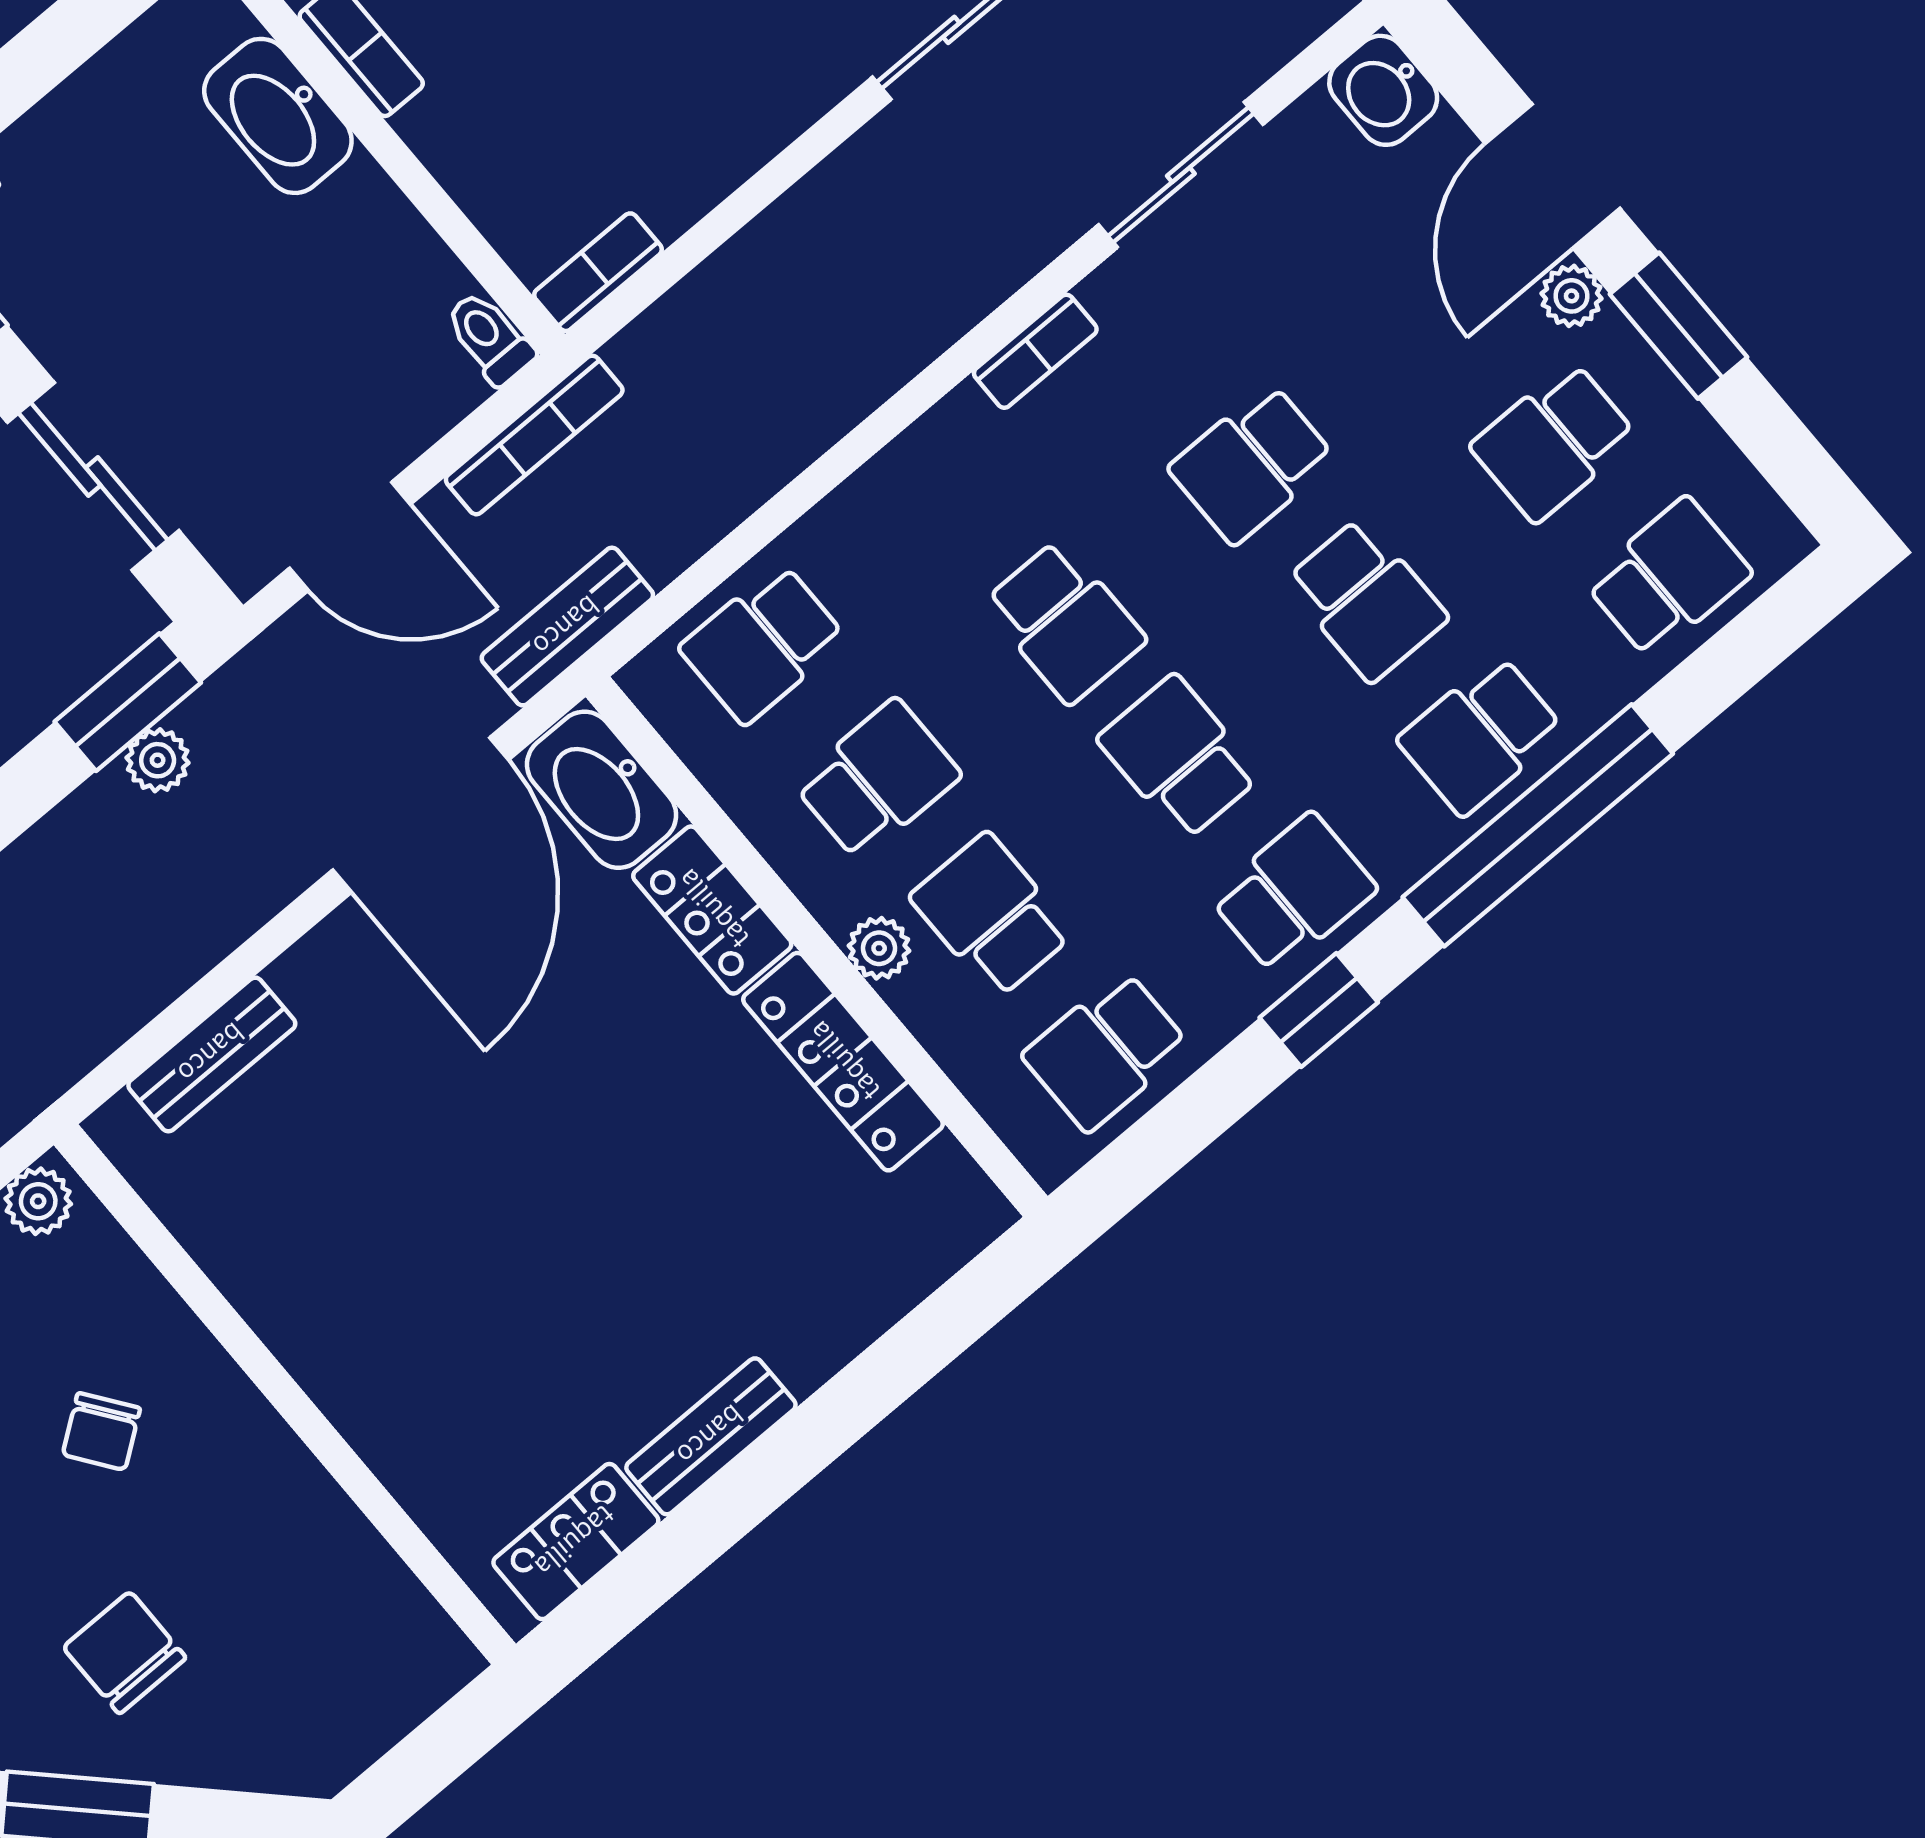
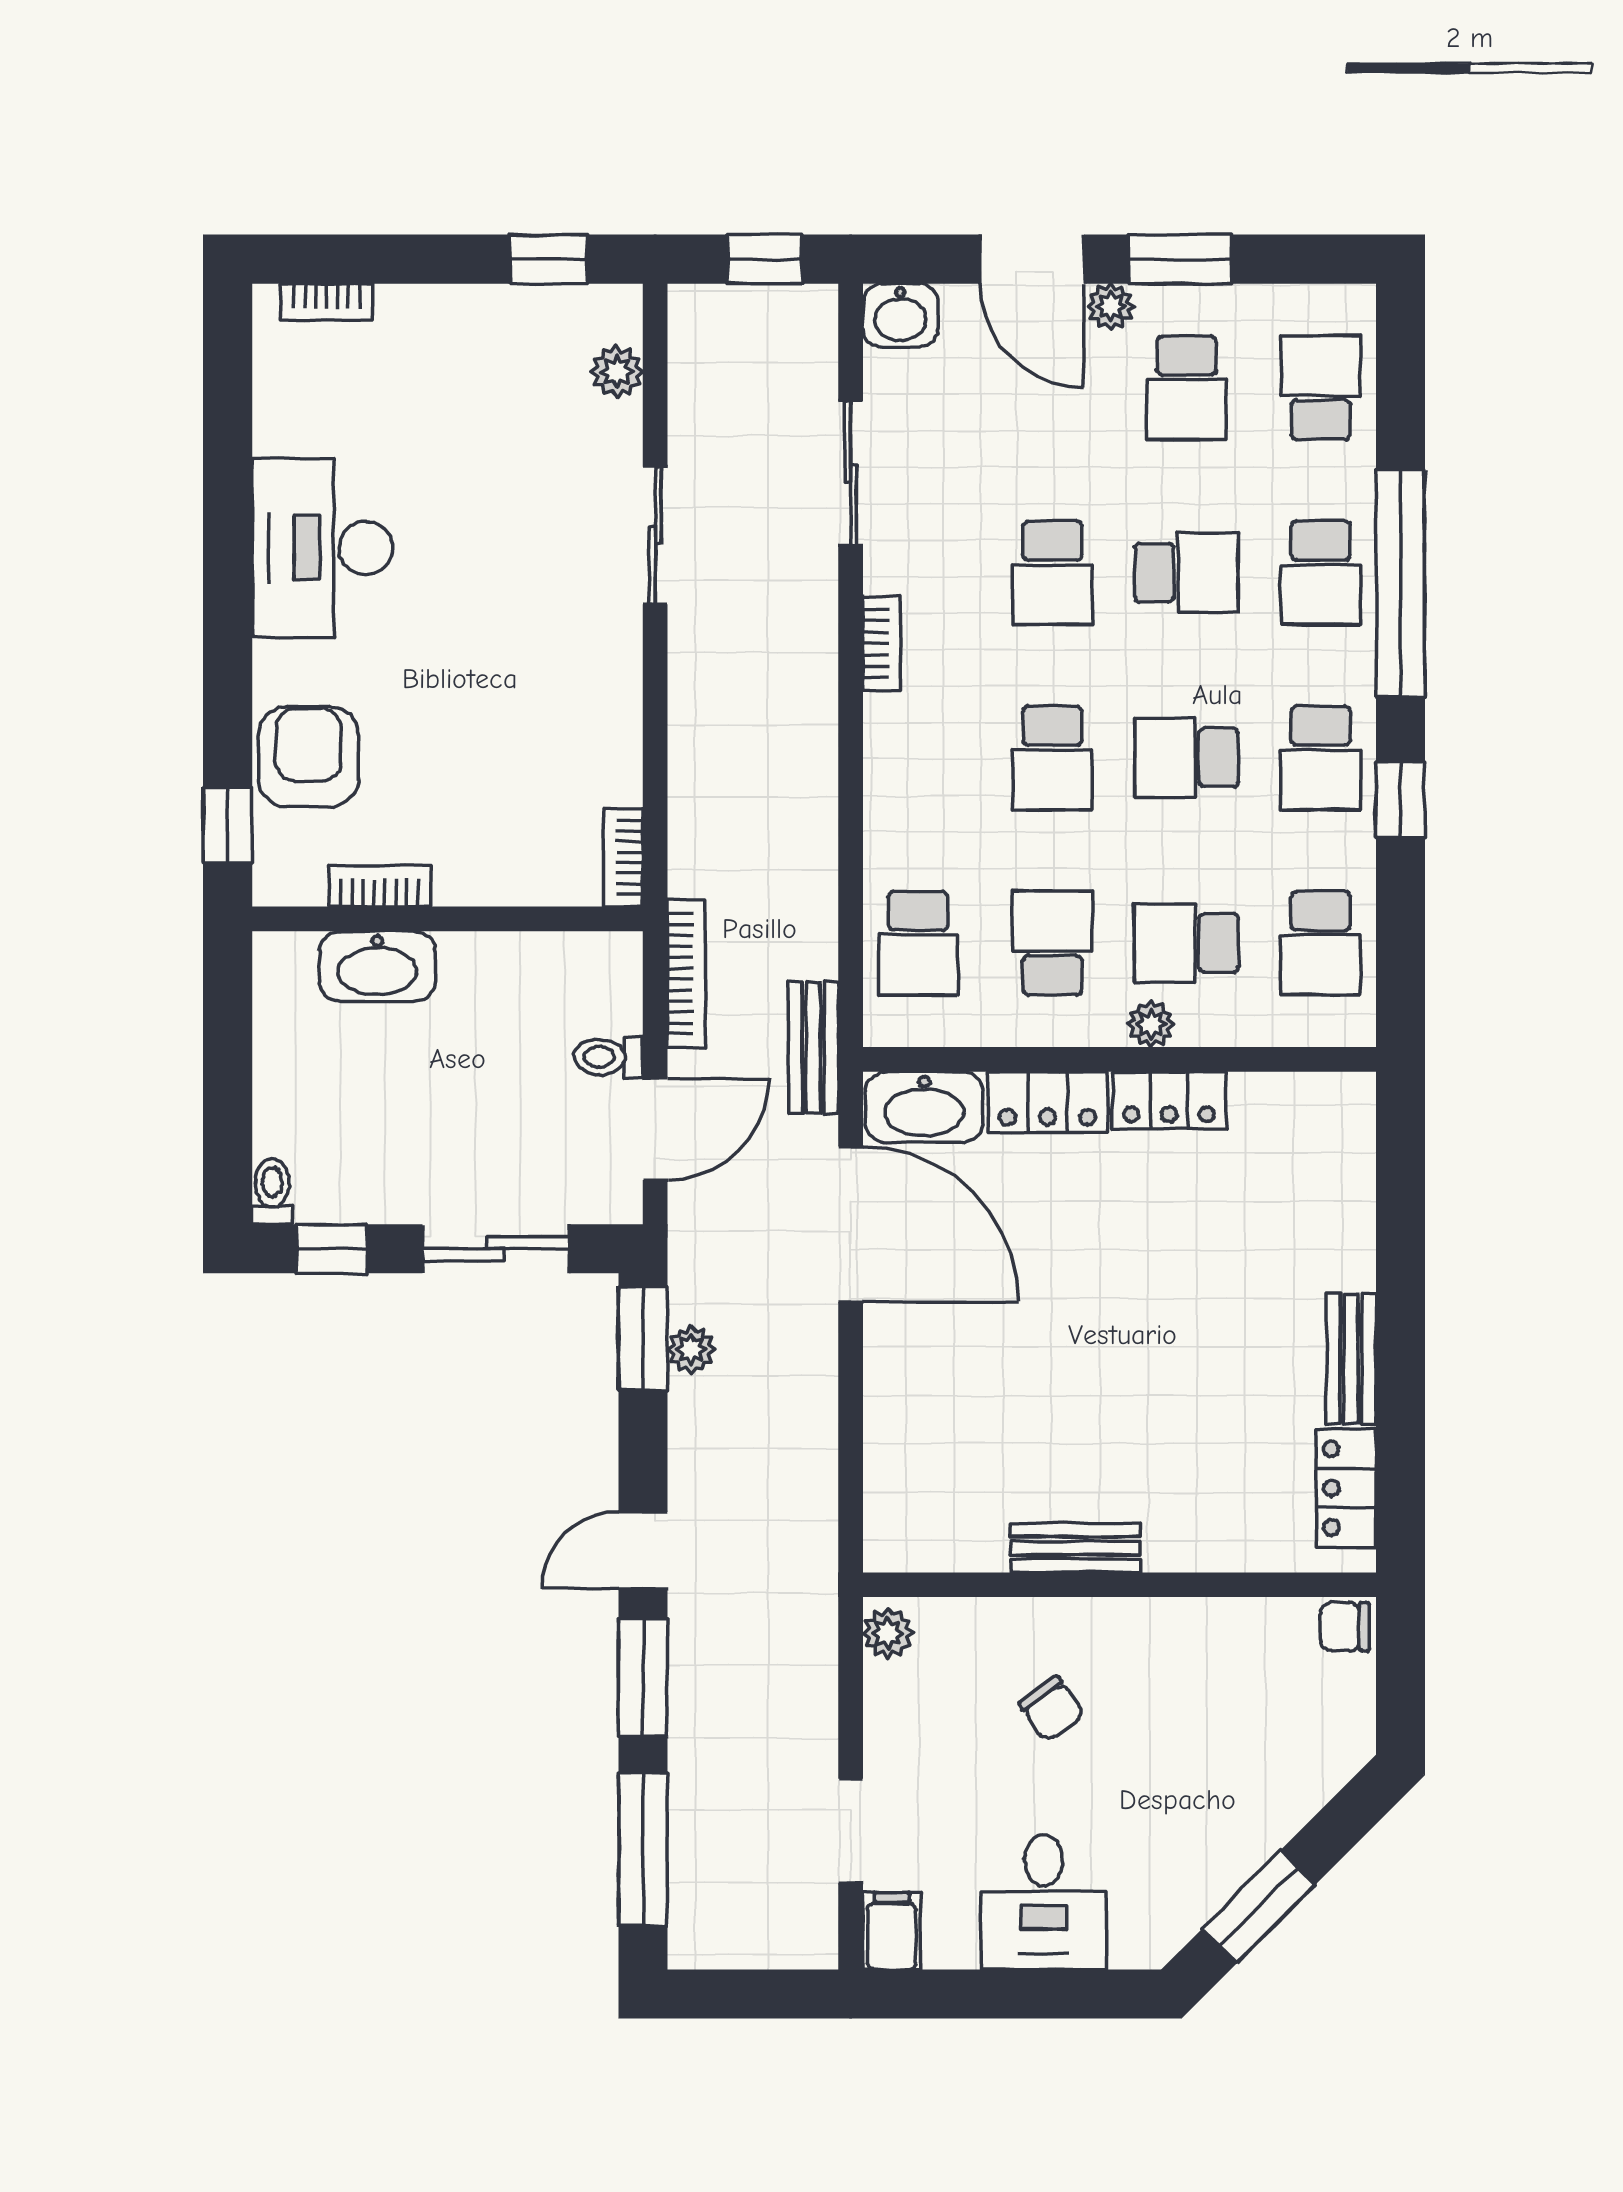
toilet: (490, 338) -> (609, 1057), moved
school desk: (1065, 622) -> (1052, 758), turned 90
school desk: (1293, 893) -> (1321, 758), turned 180
bench: (212, 1054) -> (1076, 1548), moved, turned 90
locker: (843, 1062) -> (1169, 1100), width x0.66
chair: (125, 1653) -> (1345, 1627), moved, width x0.73, depth x0.73

